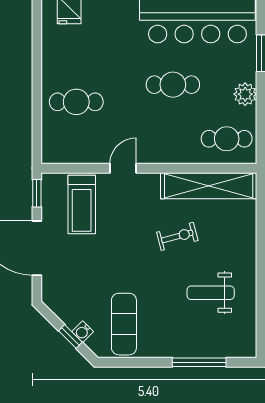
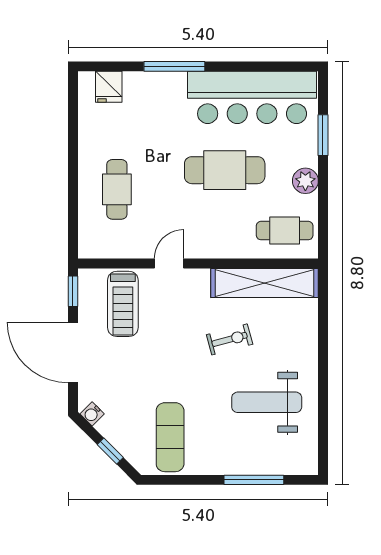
cafe table: (173, 85) -> (225, 170), width x1.37, depth x1.35
cafe table: (76, 102) -> (117, 189), turned 90
weight bench: (211, 293) -> (267, 402), width x1.36, depth x1.33
water cooler: (83, 332) -> (92, 414), moved

